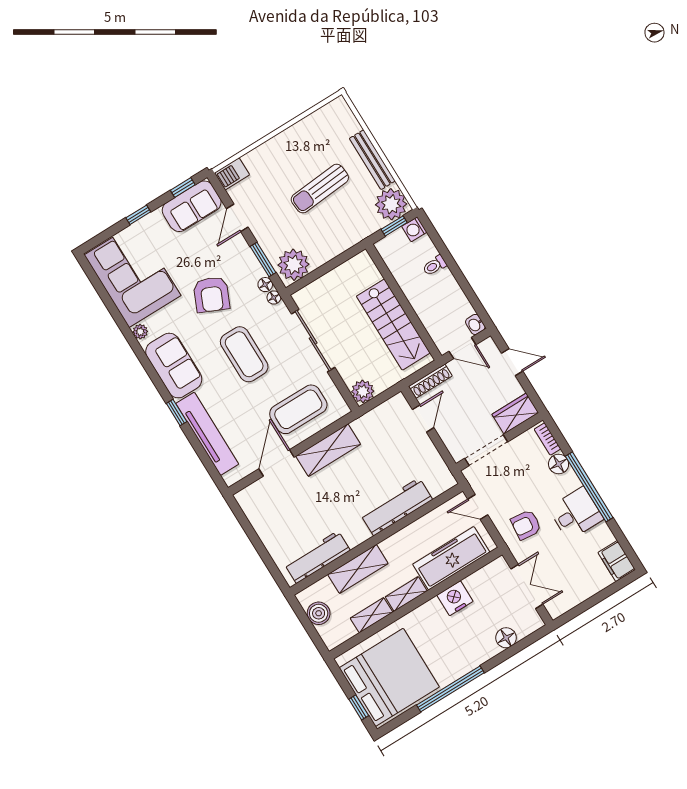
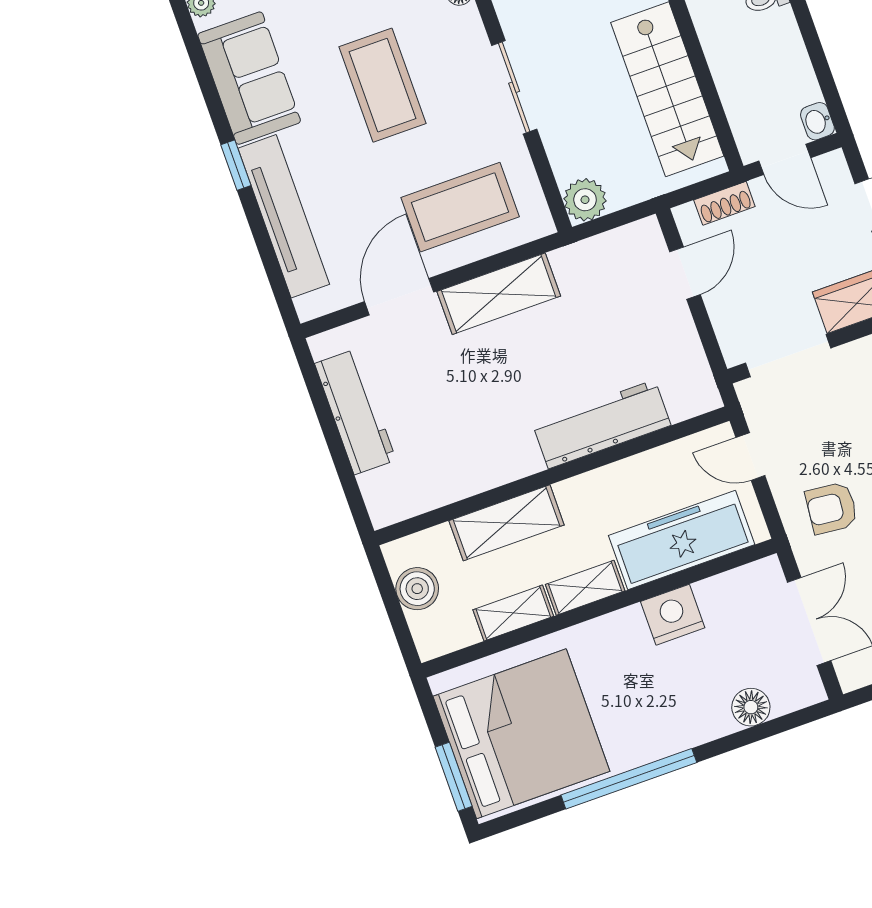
sliding door: (313, 341) -> (514, 87), width x0.73
shoe rack: (430, 381) -> (724, 203), width x0.70
workbench: (317, 557) -> (355, 412), moved, turned 90
window: (359, 707) -> (454, 777), width x1.50

